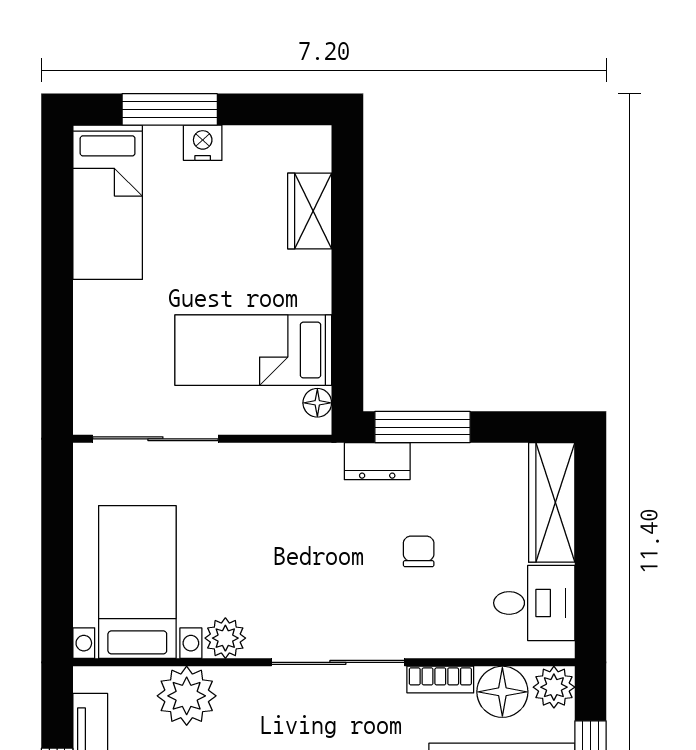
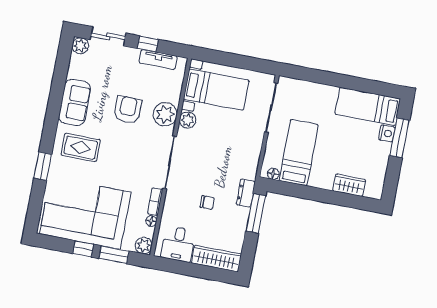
nightstand: (203, 143) -> (387, 133), moved
floor lamp: (502, 692) -> (151, 221), width x0.53, depth x0.53
plant: (187, 696) -> (165, 114), moved

